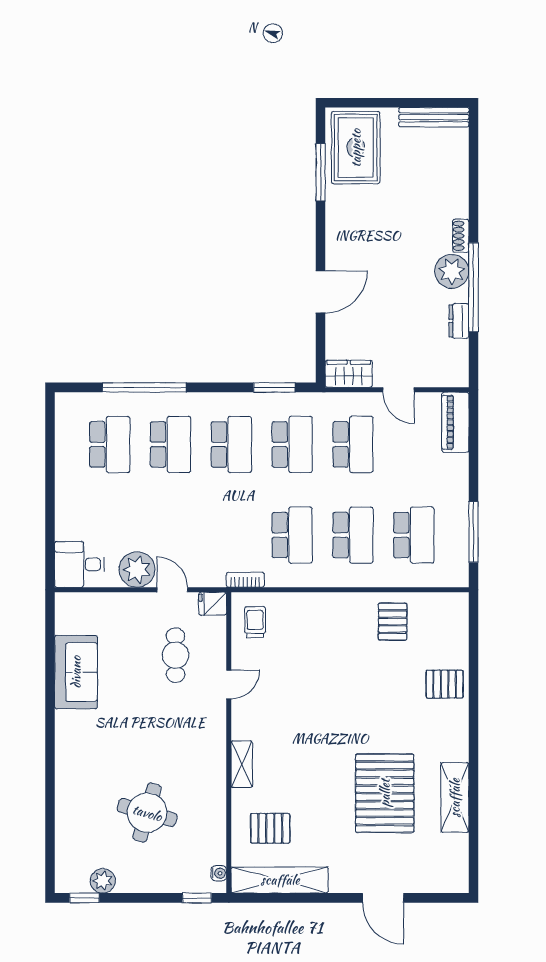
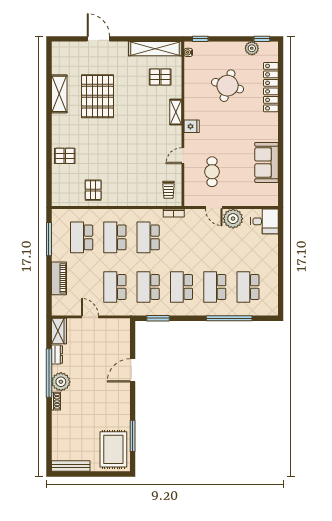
wardrobe: (349, 374) -> (59, 331), moved, turned -90
piano: (455, 422) -> (59, 278), moved
fridge: (213, 604) -> (192, 126), moved
locker: (68, 810) -> (271, 87), added

